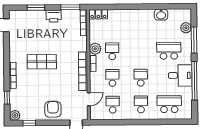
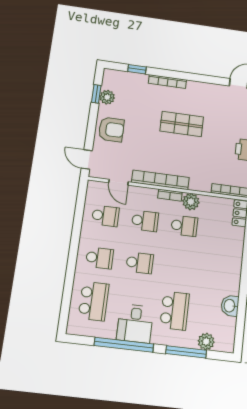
shop shelf: (42, 62) -> (182, 124), turned 90
plant: (15, 115) -> (107, 97), moved

